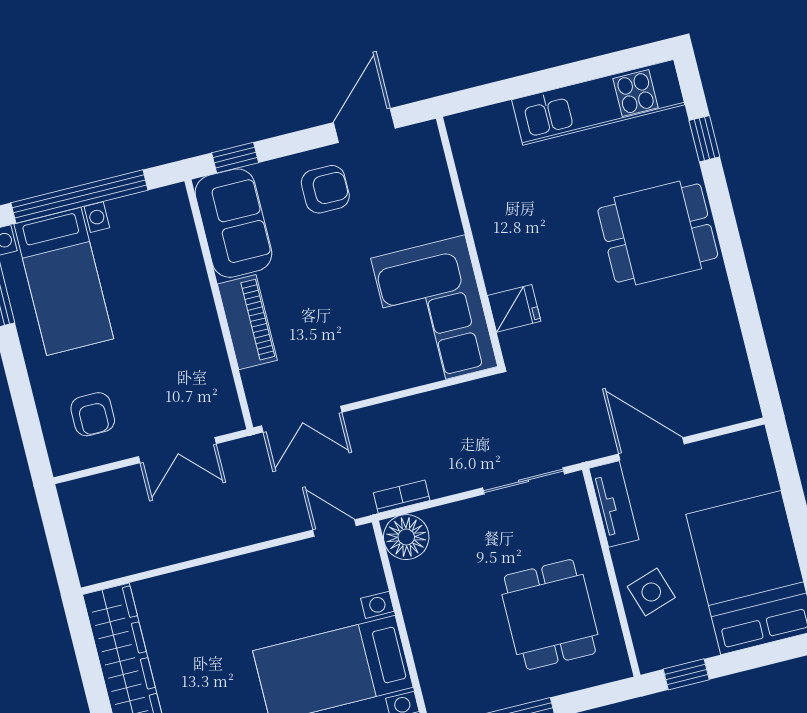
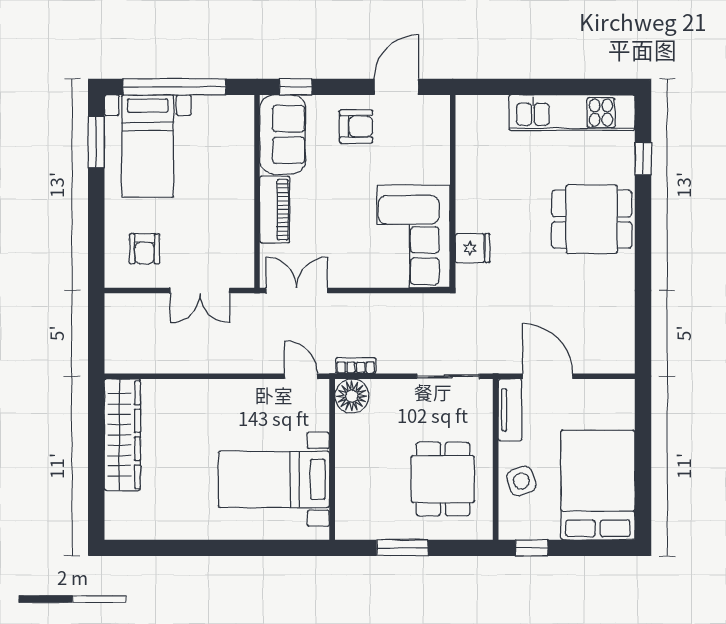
double door: (302, 419) -> (297, 291), swing flipped

